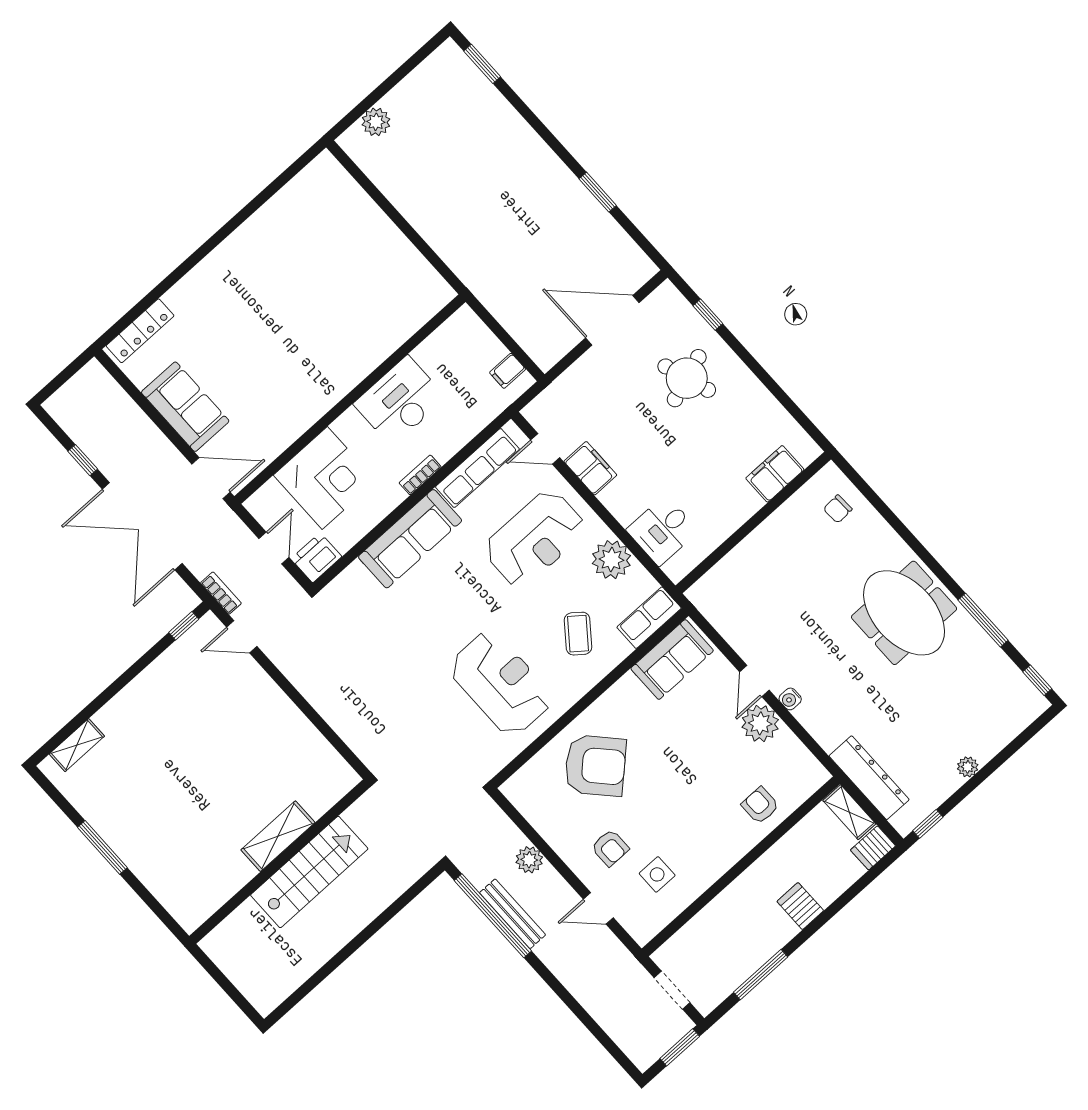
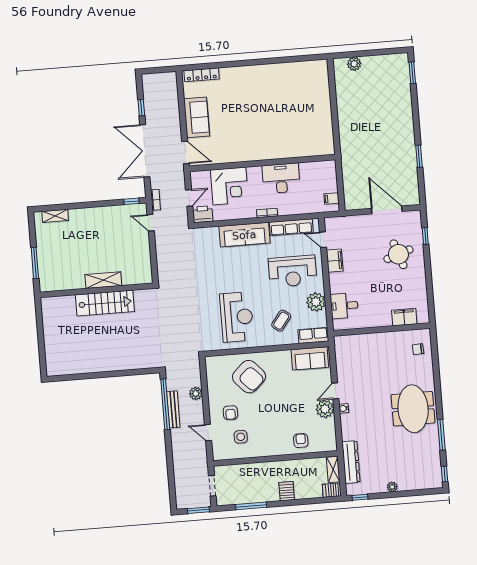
shelving: (278, 836) -> (103, 280), moved
wall: (280, 862) -> (97, 290), moved
stairs: (309, 872) -> (105, 303), moved

